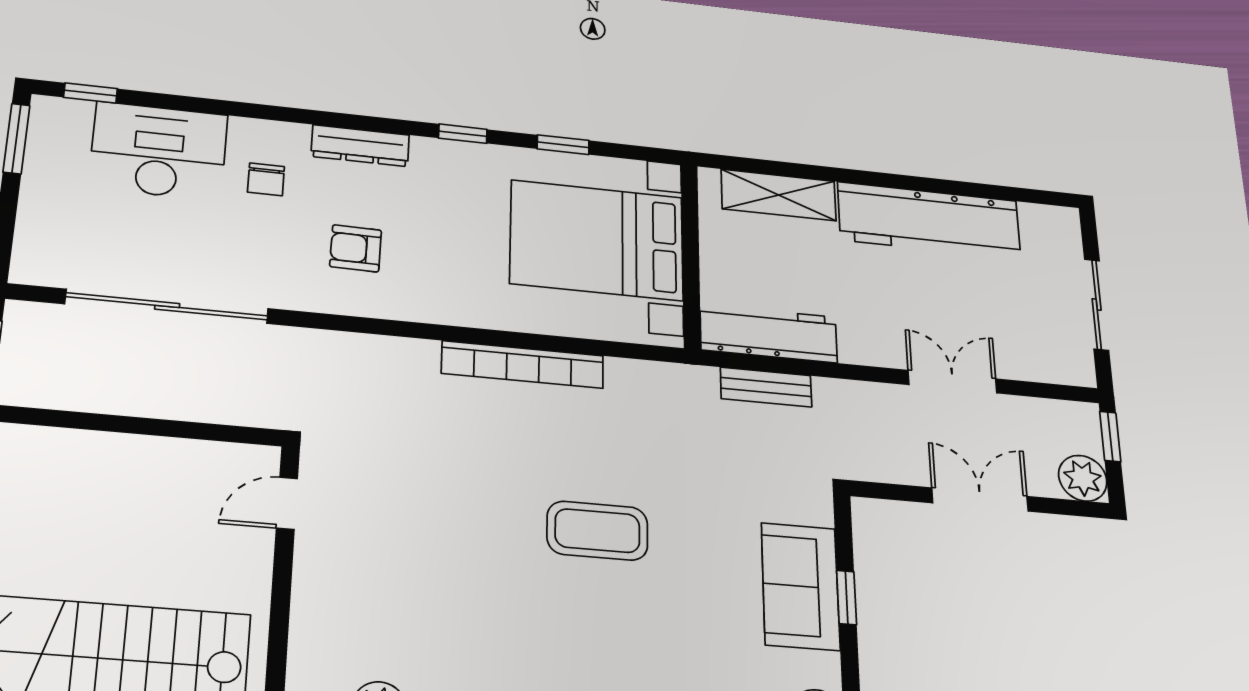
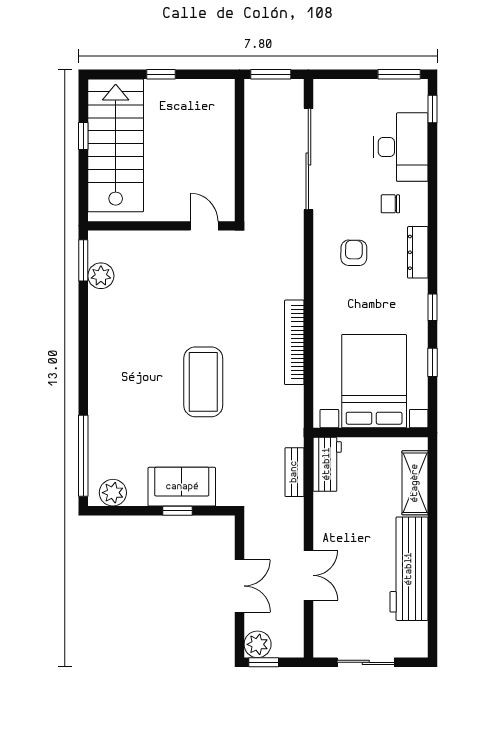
workbench: (769, 333) -> (327, 464), width x0.73
window: (1110, 437) -> (264, 662), moved
coffee table: (597, 531) -> (203, 382), width x1.36, depth x1.32

